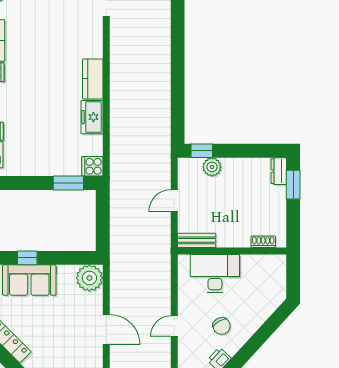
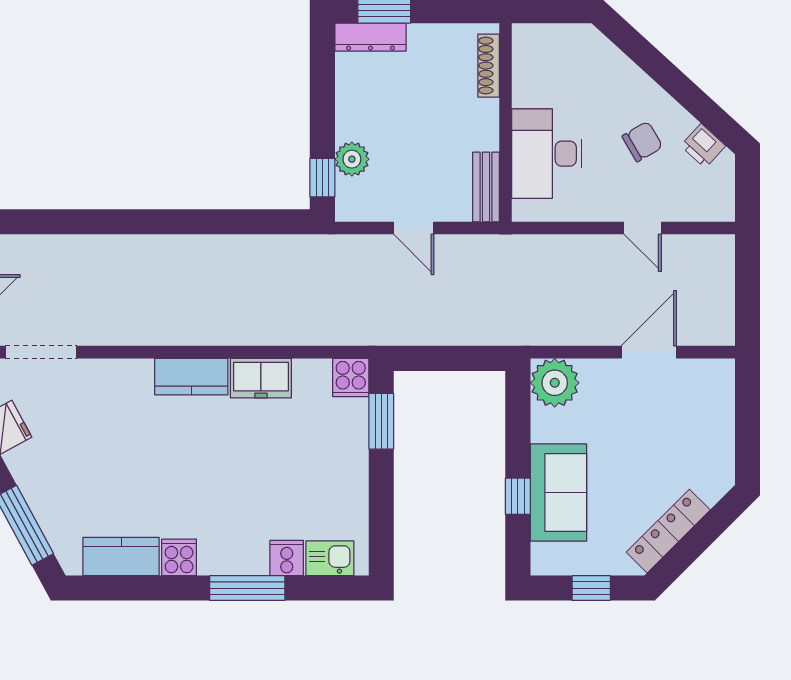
dresser: (279, 171) -> (370, 37), width x1.44
shoe rack: (263, 242) -> (489, 66), width x1.43

